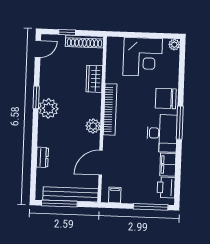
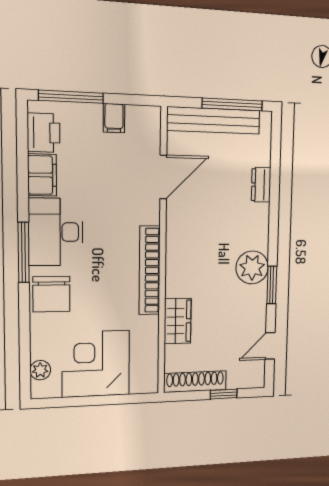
plant: (174, 45) -> (40, 370), moved
door: (38, 49) -> (270, 346), moved
chair: (166, 99) -> (51, 294), turned 90
plant: (93, 126) -> (178, 241), removed
filing cabinet: (115, 195) -> (114, 118), moved

